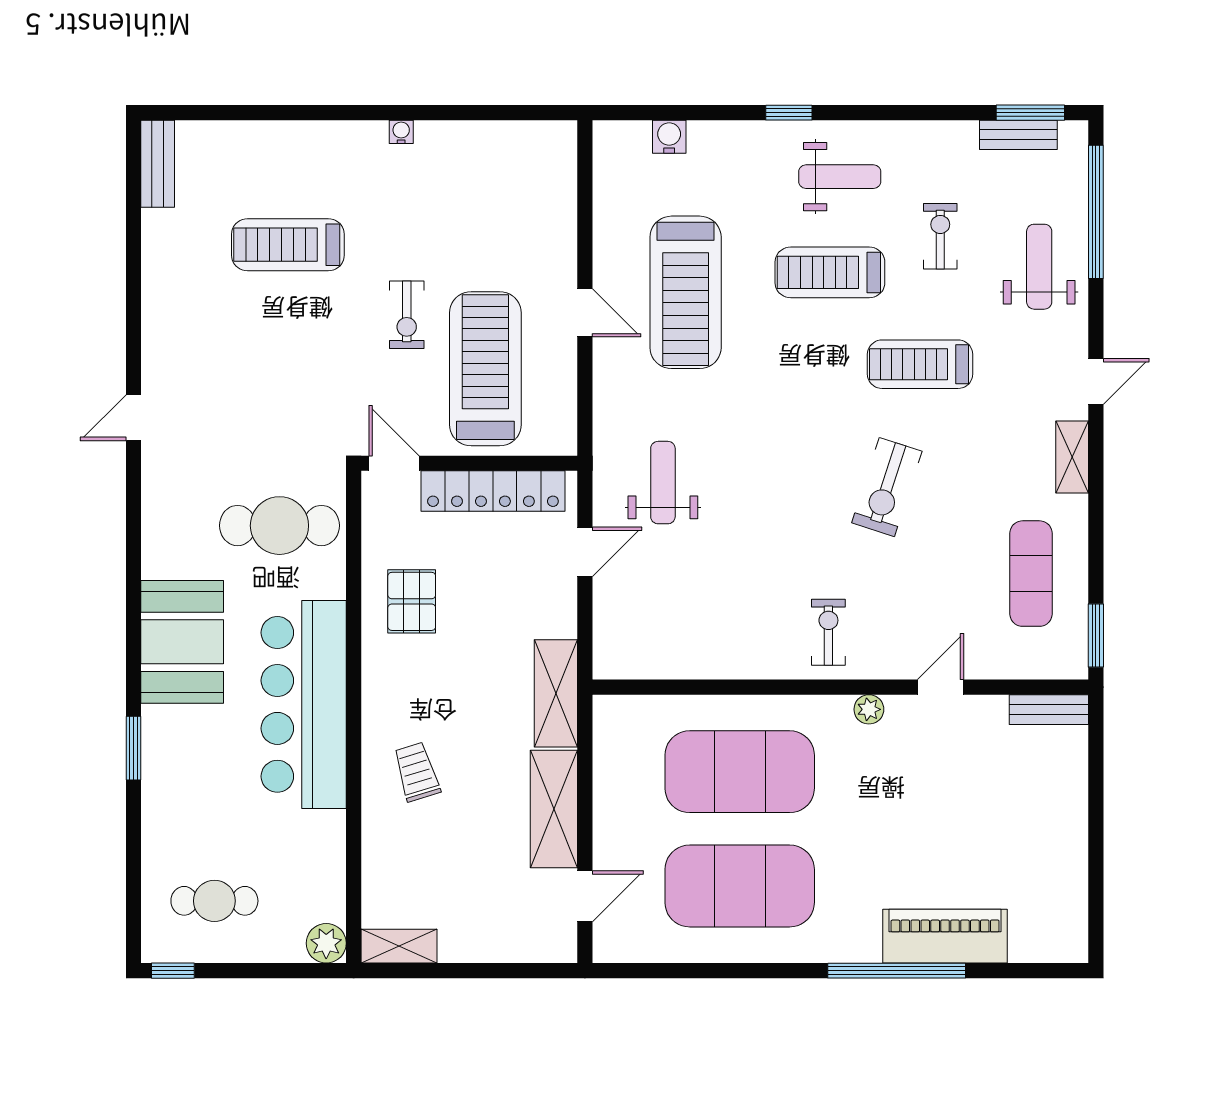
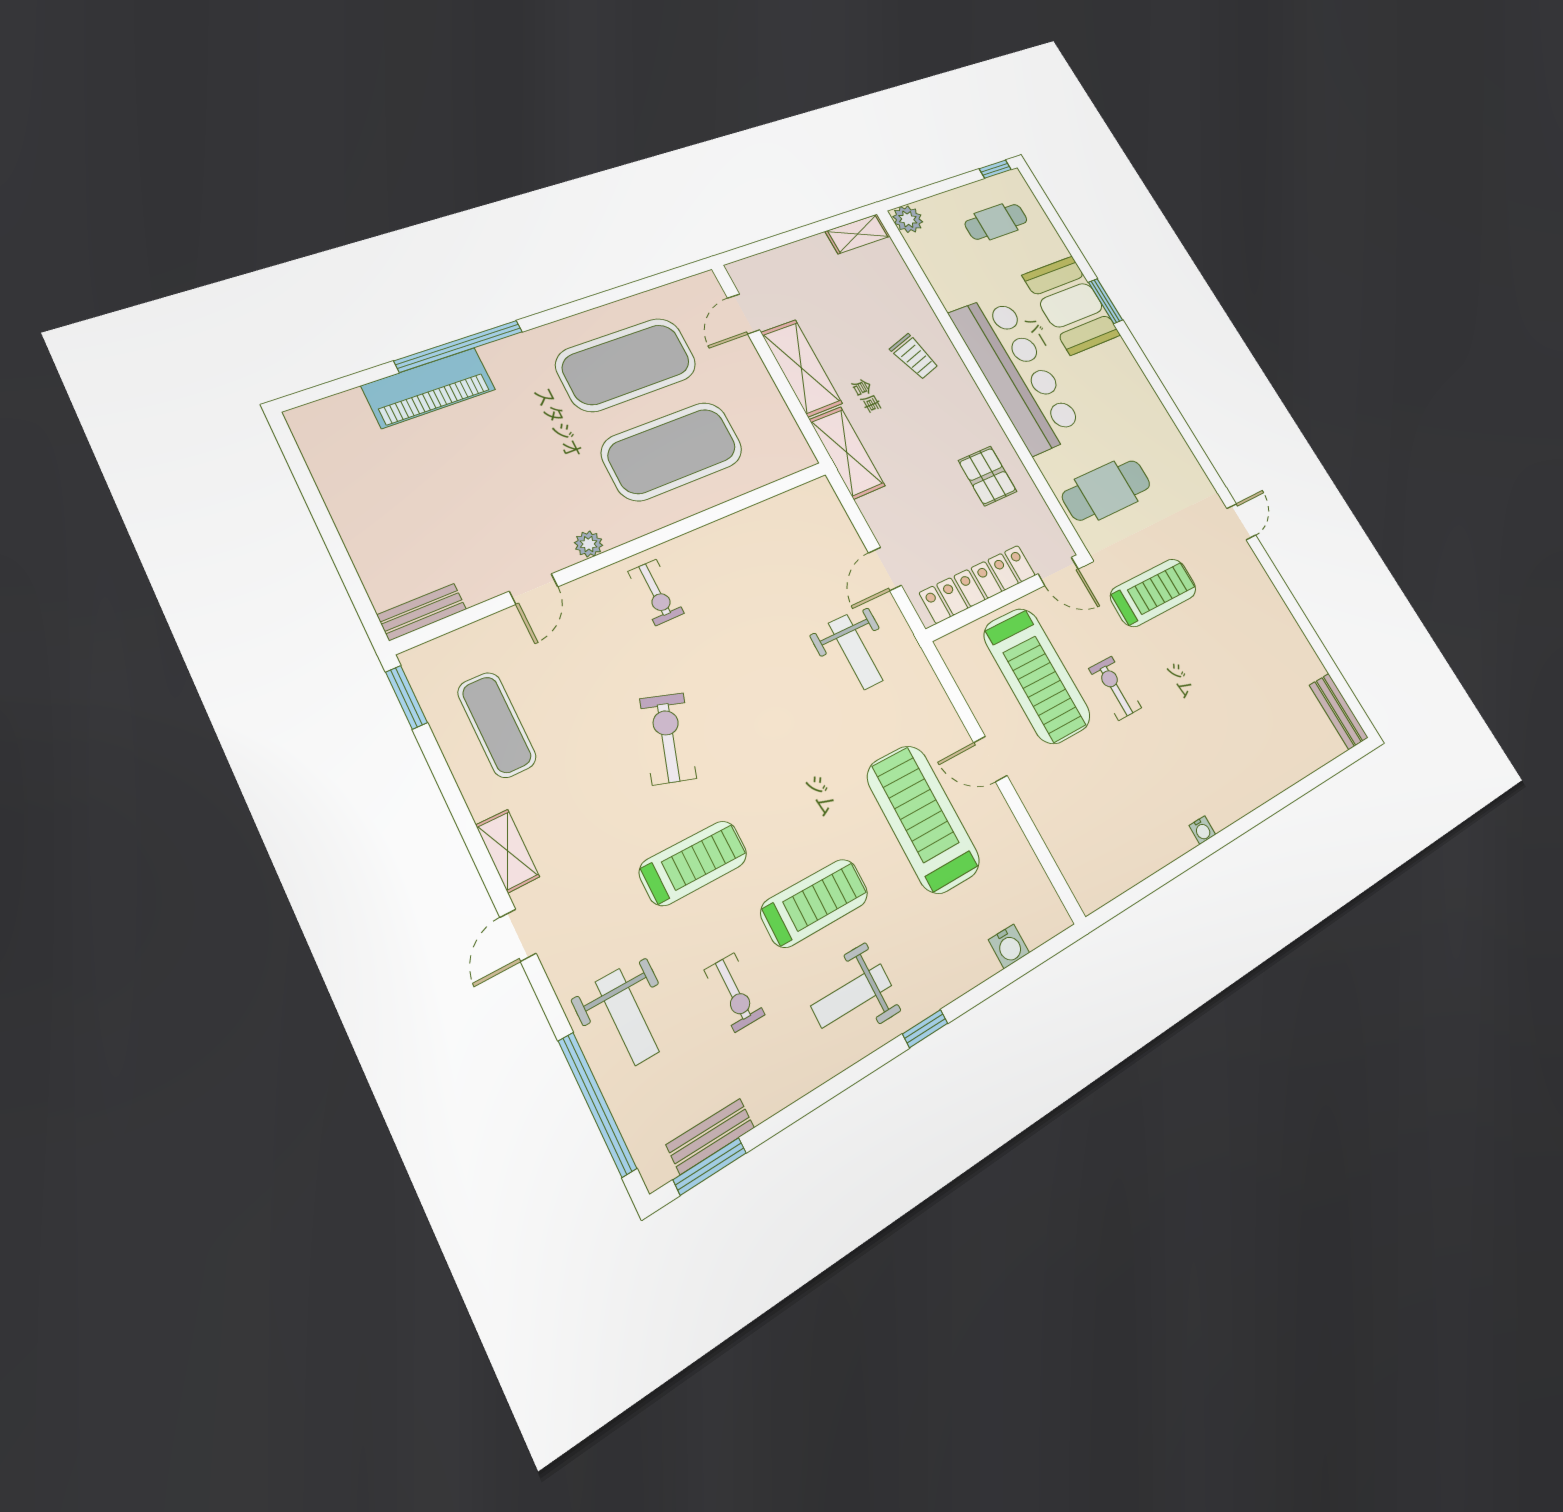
treadmill: (288, 245) -> (1153, 593), moved
booth: (182, 642) -> (1071, 305), moved

